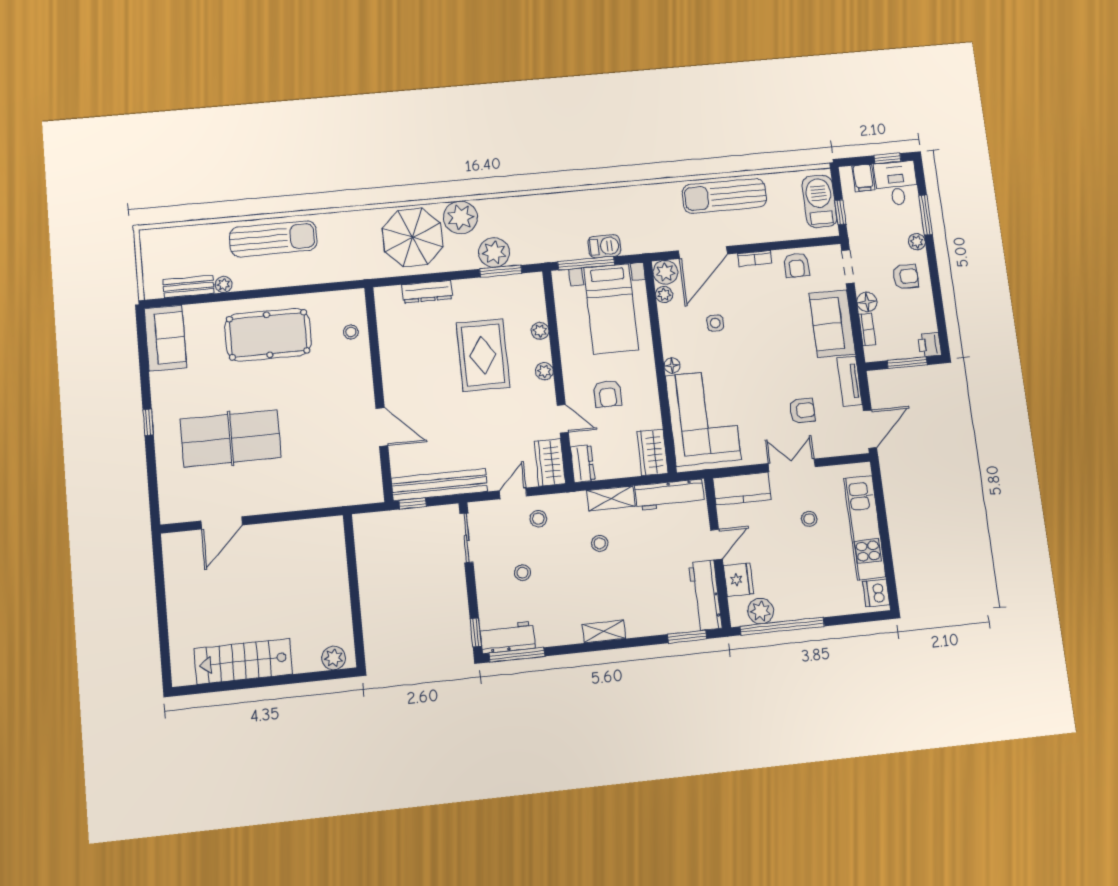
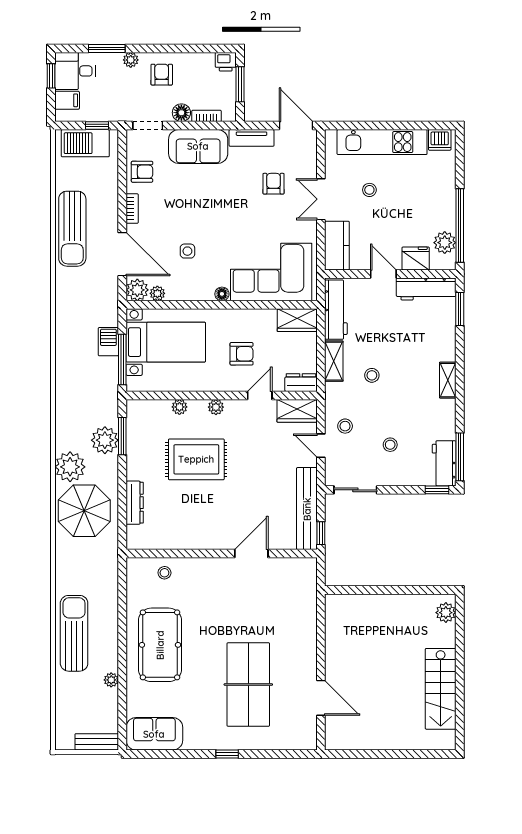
bench: (189, 287) -> (97, 742), moved, turned 90

